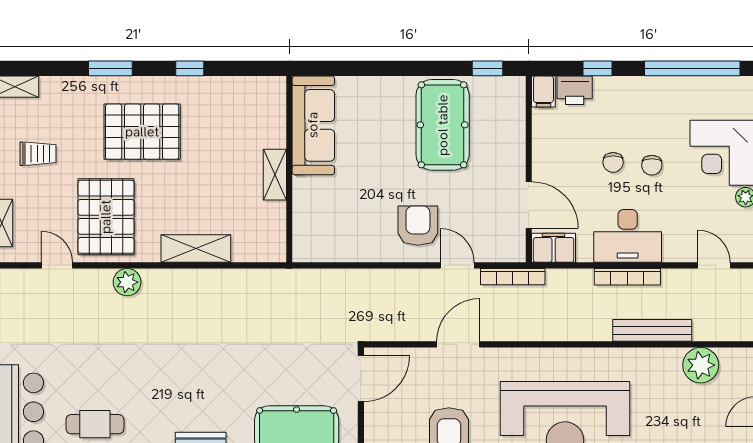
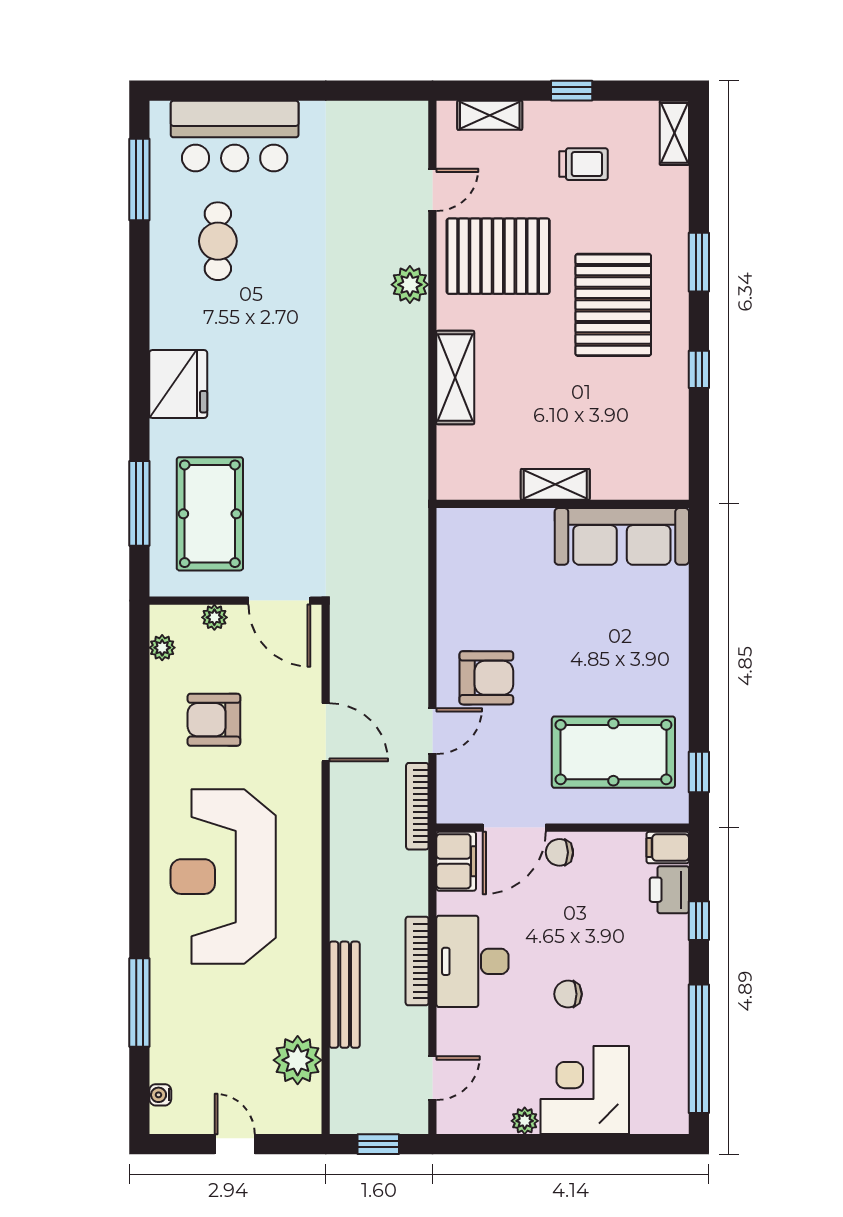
pool table: (443, 125) -> (613, 752), moved
trolley: (38, 154) -> (583, 164), turned -90
chair: (613, 162) -> (559, 852), moved
plant: (373, 427) -> (214, 617), added

